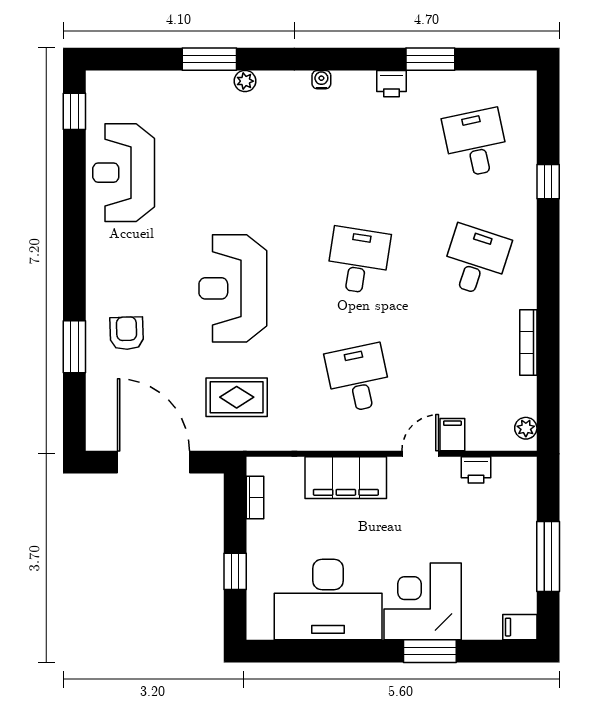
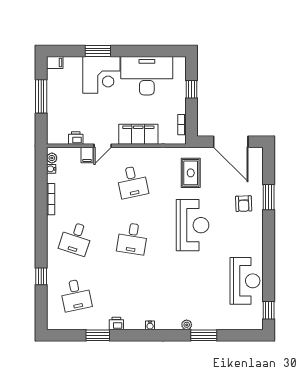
rug: (237, 397) -> (191, 173), turned 90
water cooler: (527, 406) -> (51, 169), added

